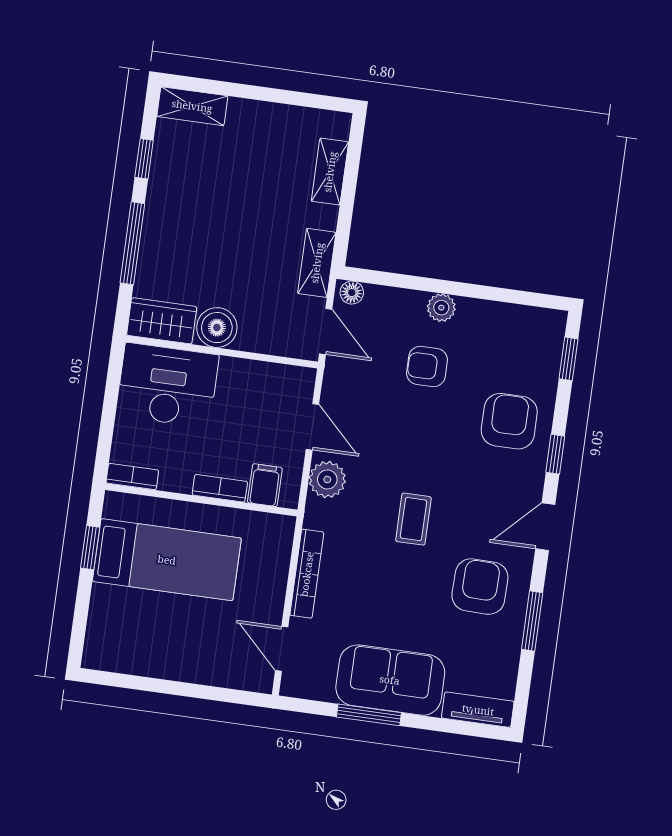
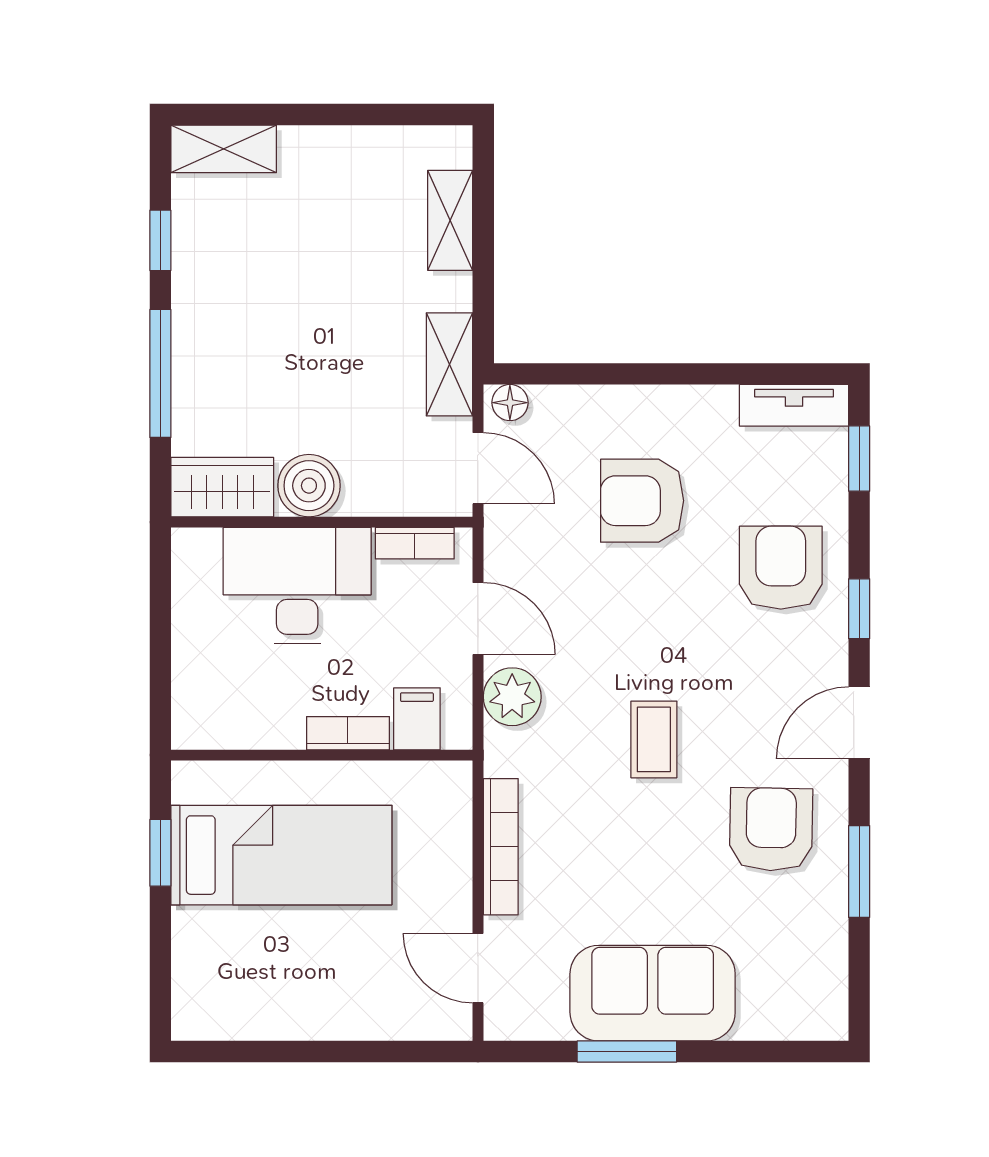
plant: (441, 308) -> (652, 407), removed
armchair: (427, 366) -> (642, 501), width x1.38, depth x1.38
desk: (167, 385) -> (297, 586), moved
bookcase: (132, 477) -> (415, 543), moved, turned 180
tv unit: (478, 710) -> (794, 405), moved, turned 180

